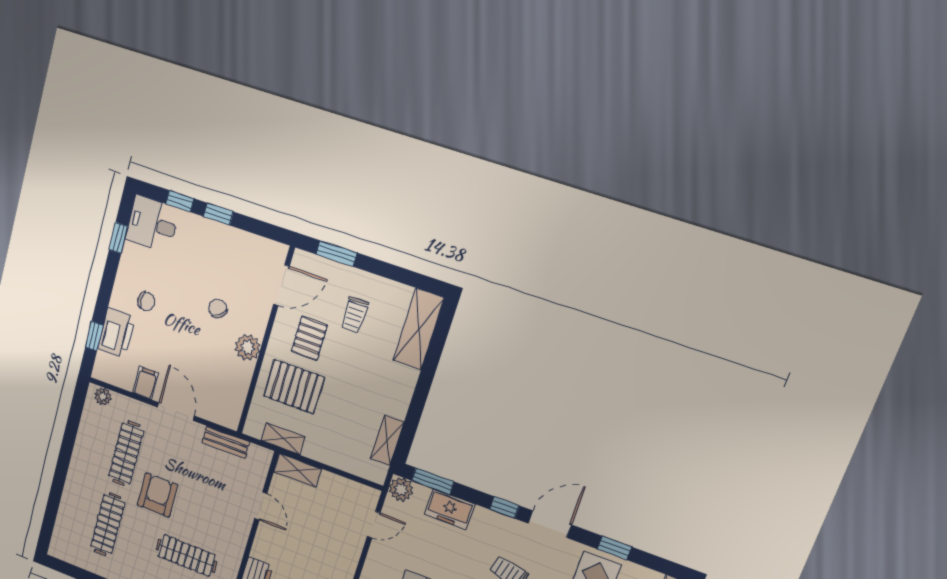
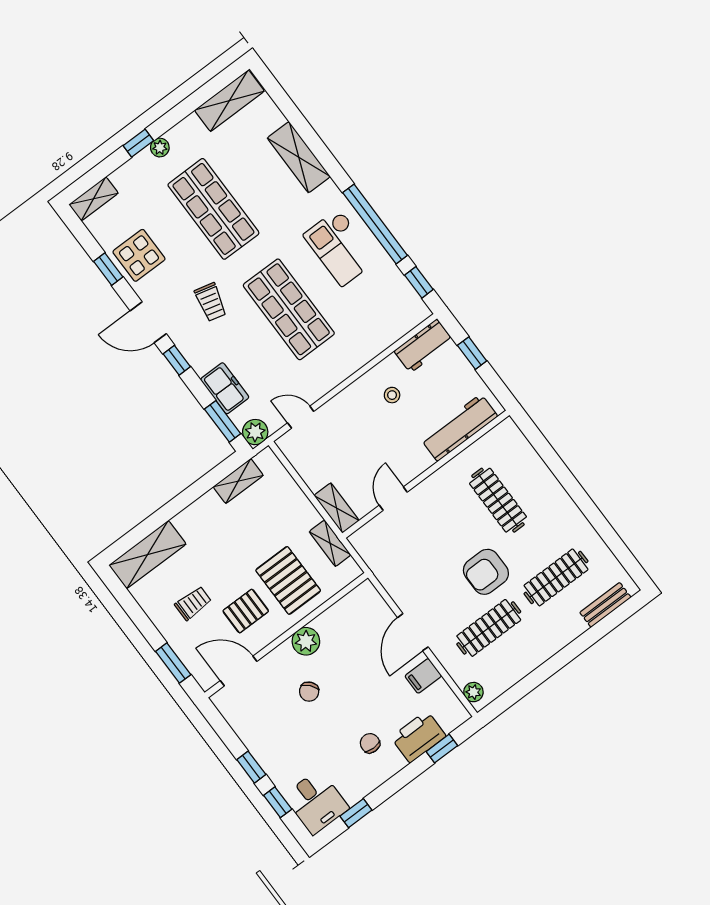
bench: (226, 442) -> (605, 605), moved, turned 90

